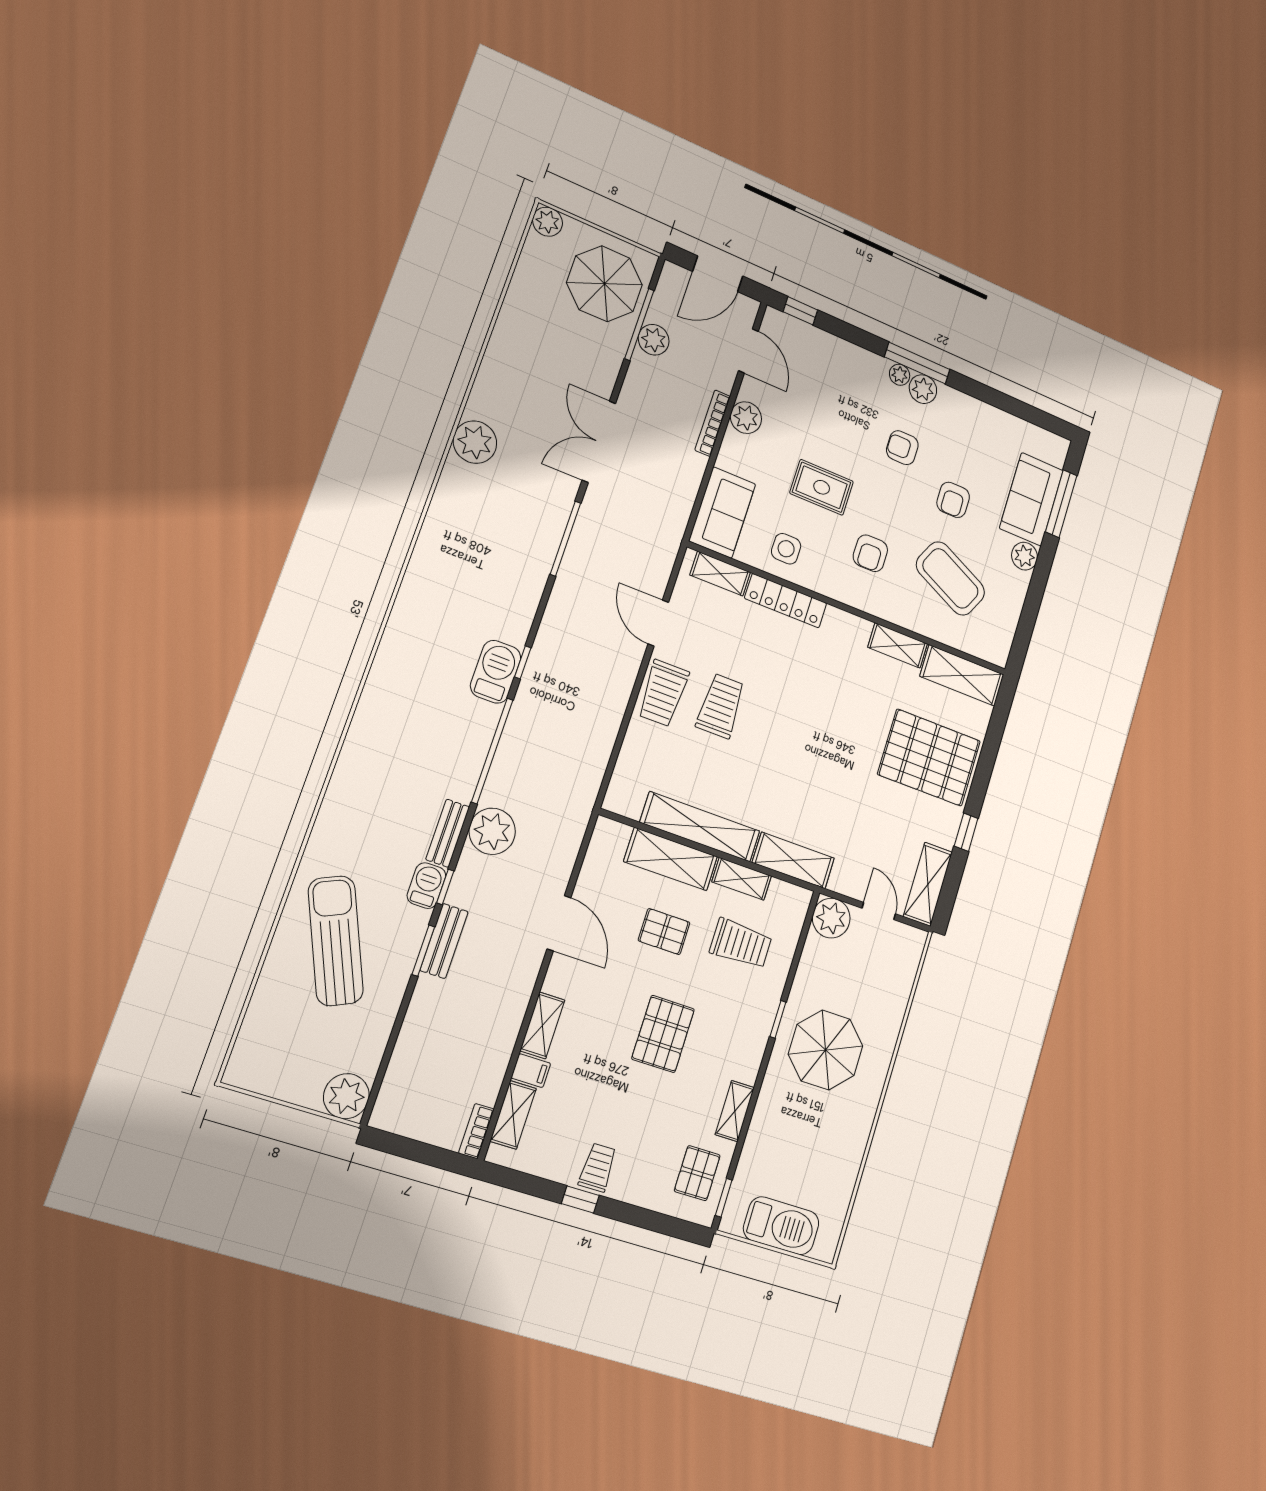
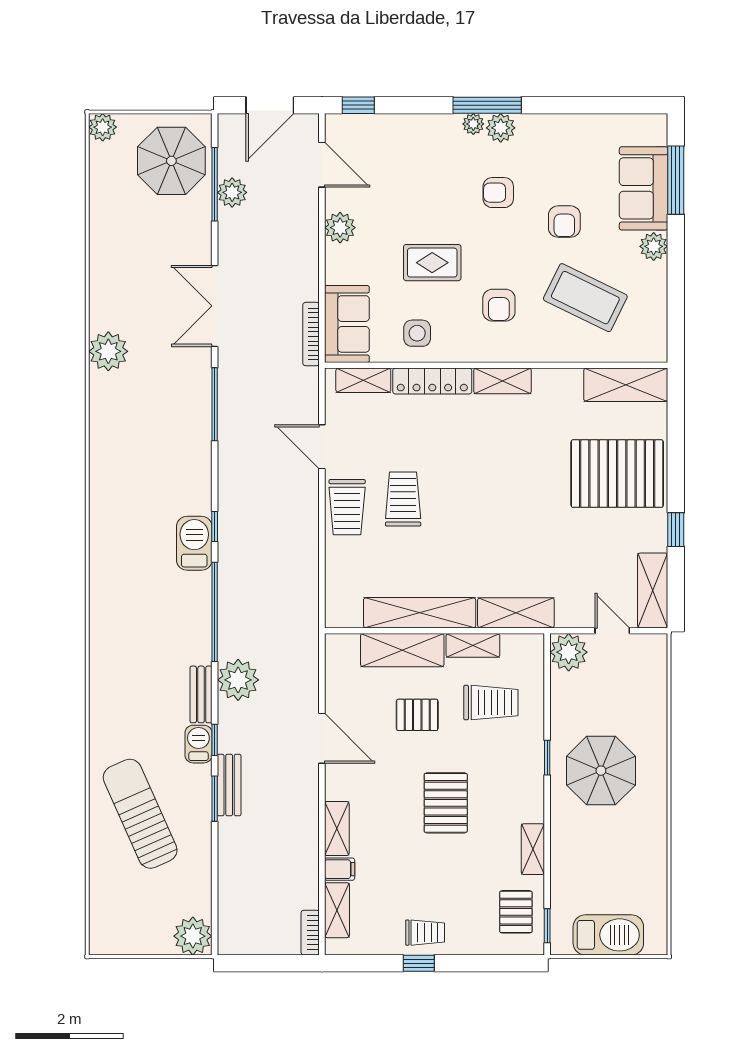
bookcase: (713, 423) -> (311, 334), moved
shelving: (898, 645) -> (503, 381), moved
trolley: (598, 1168) -> (425, 933), turned 90

